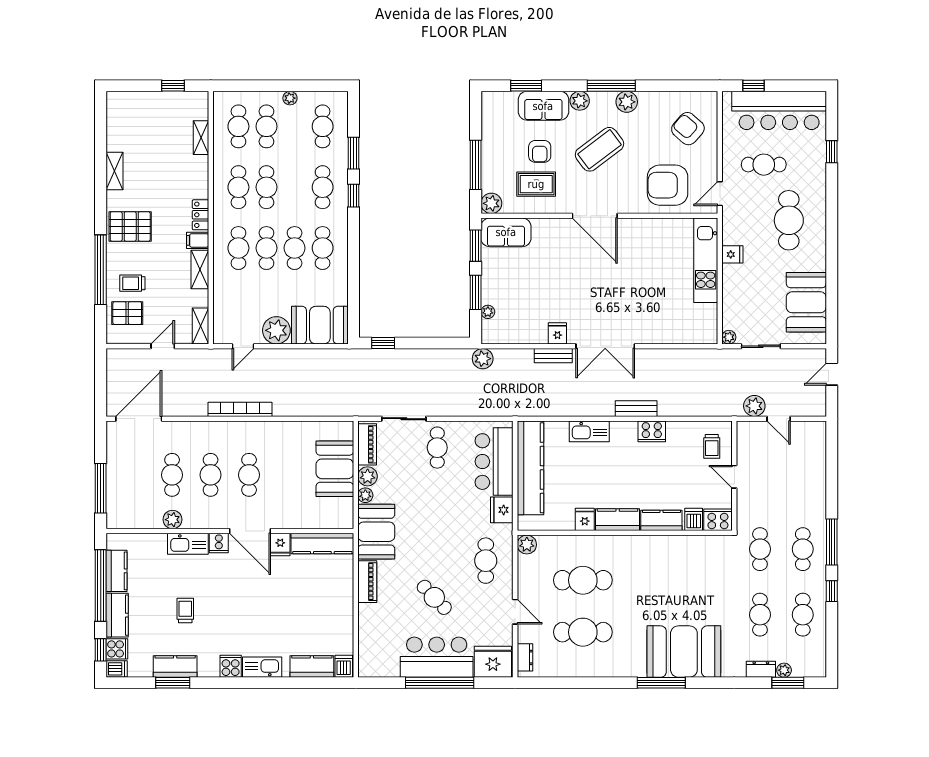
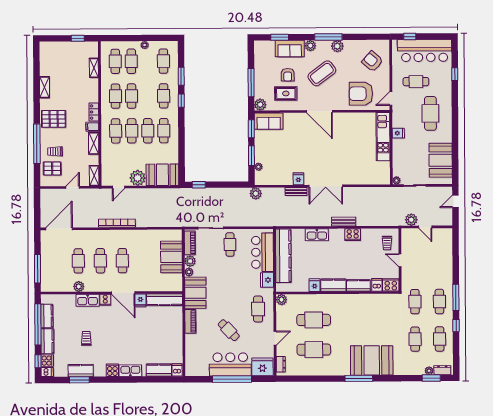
door: (515, 612) -> (275, 338), hinge flipped
dresser: (761, 669) -> (442, 370), moved

